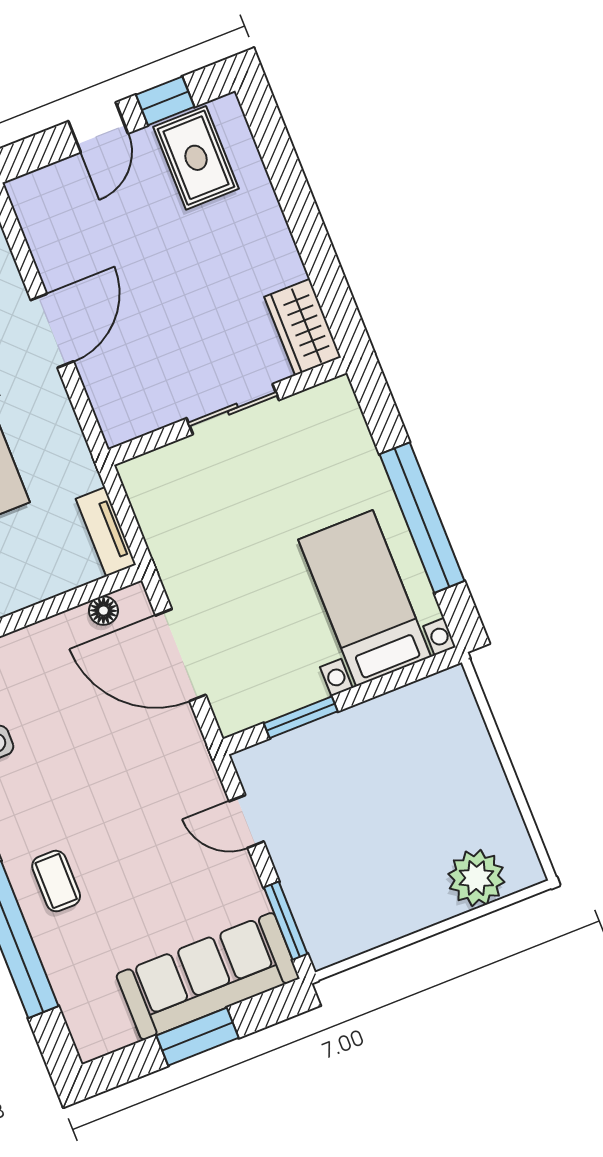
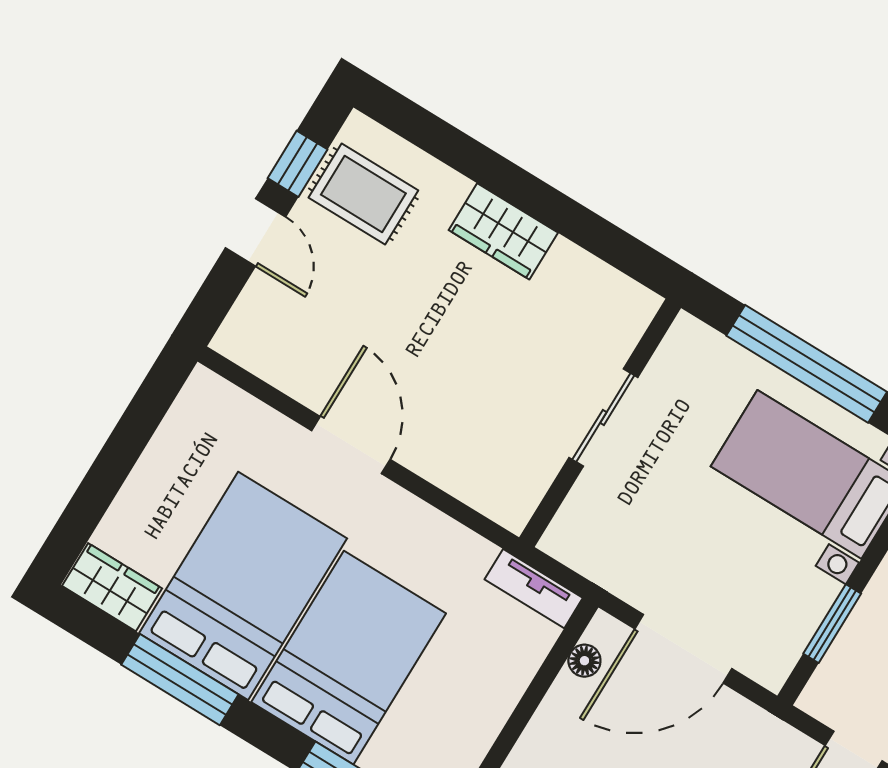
wardrobe: (303, 327) -> (503, 231), moved
sliding door: (233, 409) -> (603, 417), moved
wall: (228, 411) -> (600, 423), moved

